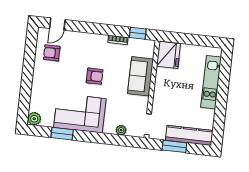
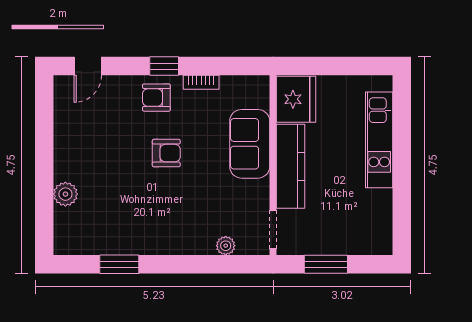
window: (138, 33) -> (164, 66), moved
armchair: (52, 53) -> (156, 98), moved
corner sofa: (80, 113) -> (147, 223), removed
plant: (34, 119) -> (65, 194), moved
kitchen counter: (189, 135) -> (291, 166), moved, turned 90

